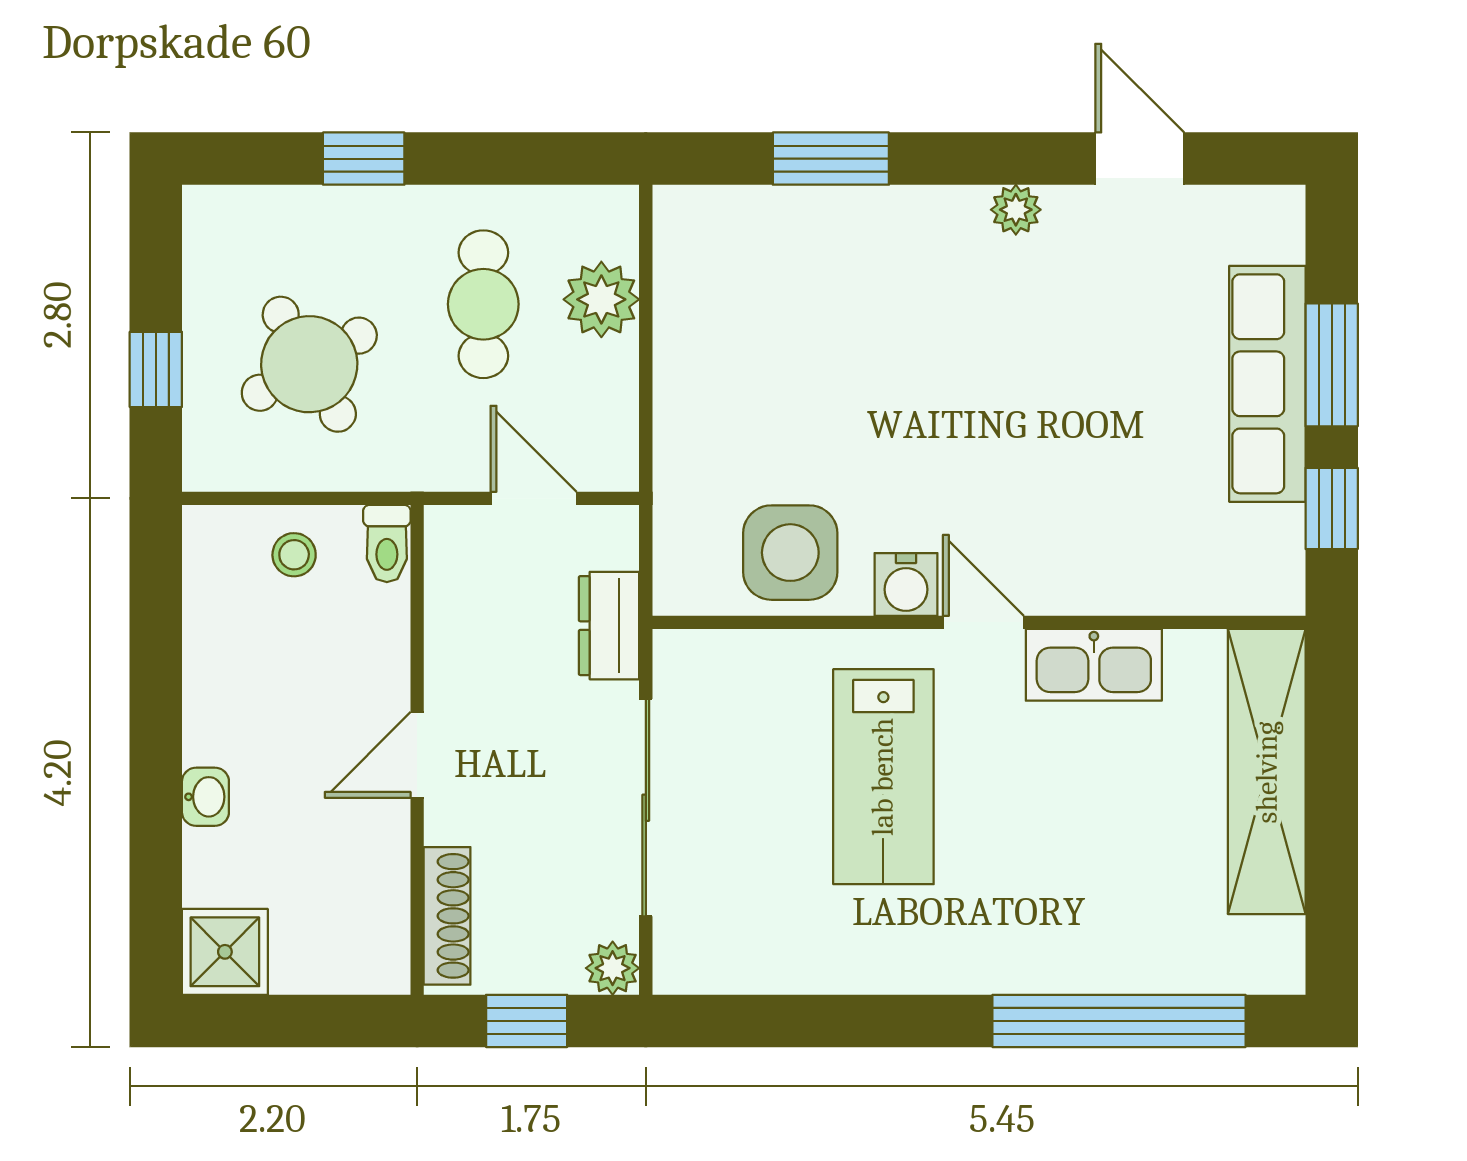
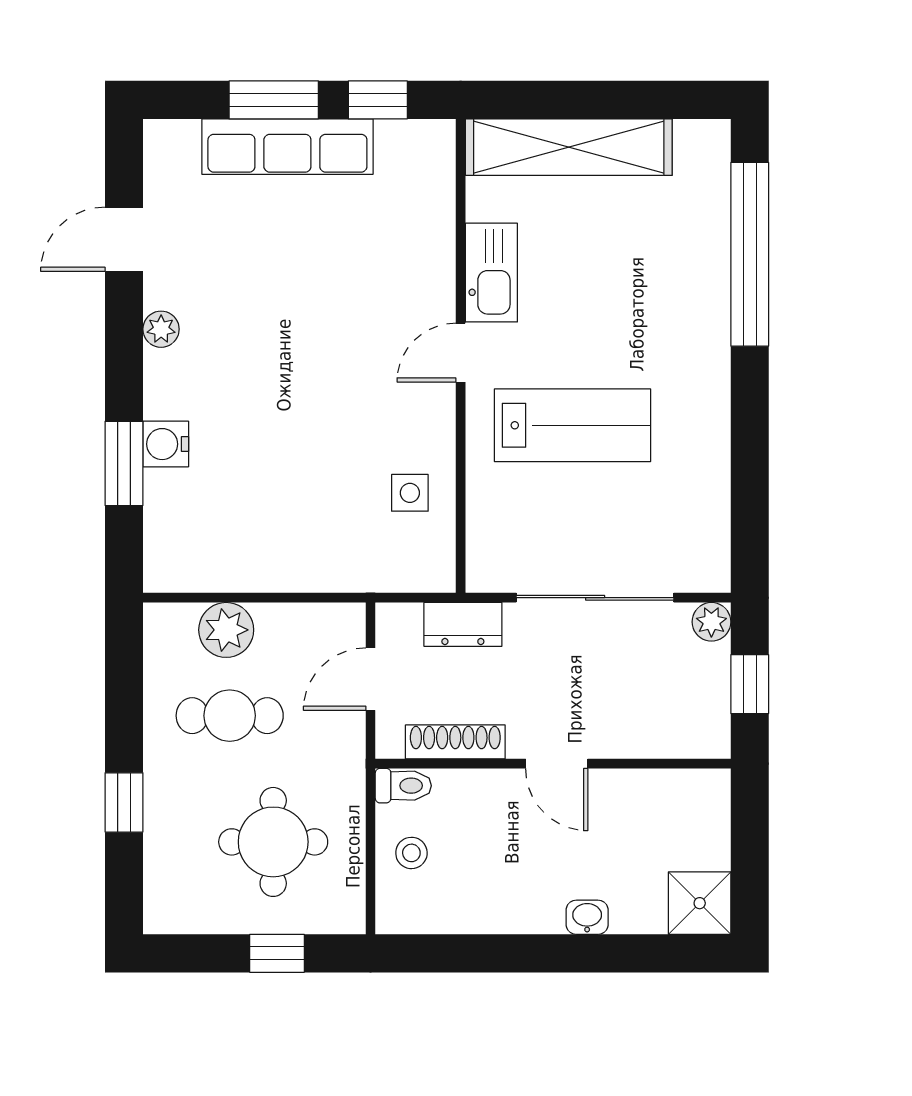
round table: (309, 364) -> (273, 842), turned 30
side table: (790, 553) -> (410, 493), width x0.54, depth x0.54
water cooler: (906, 584) -> (166, 444), moved, turned 180
shoe rack: (447, 916) -> (455, 742), moved

